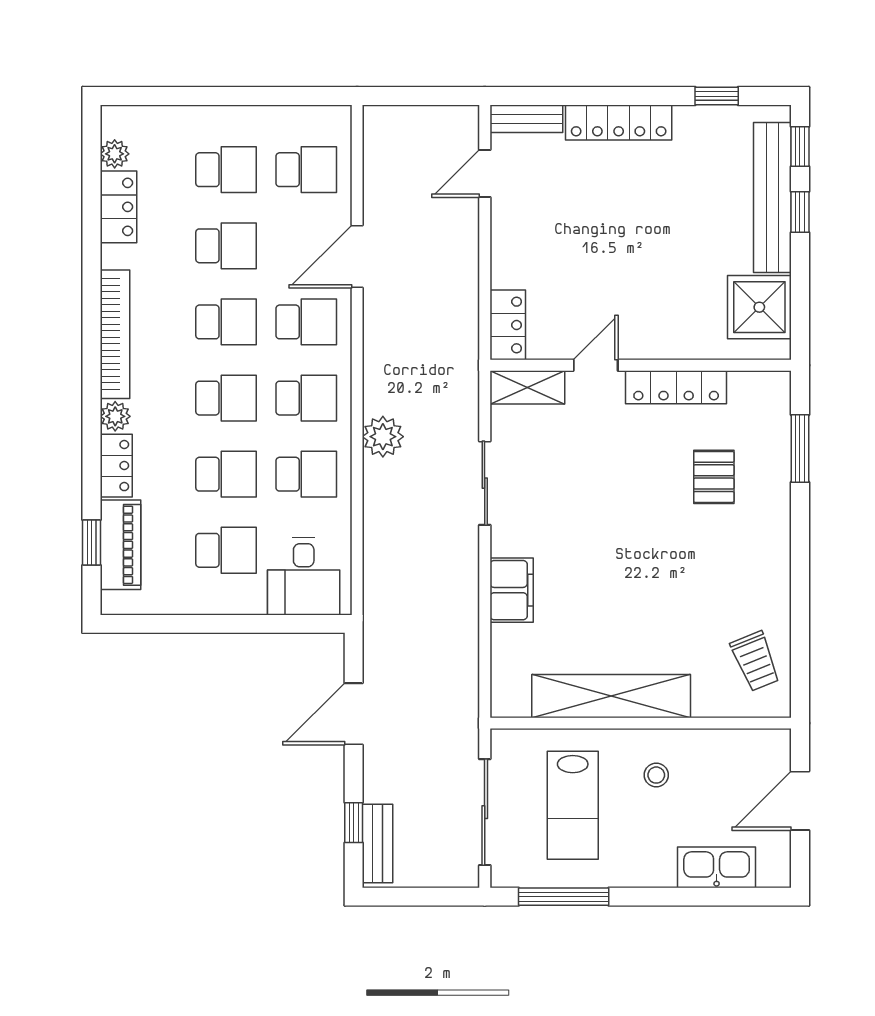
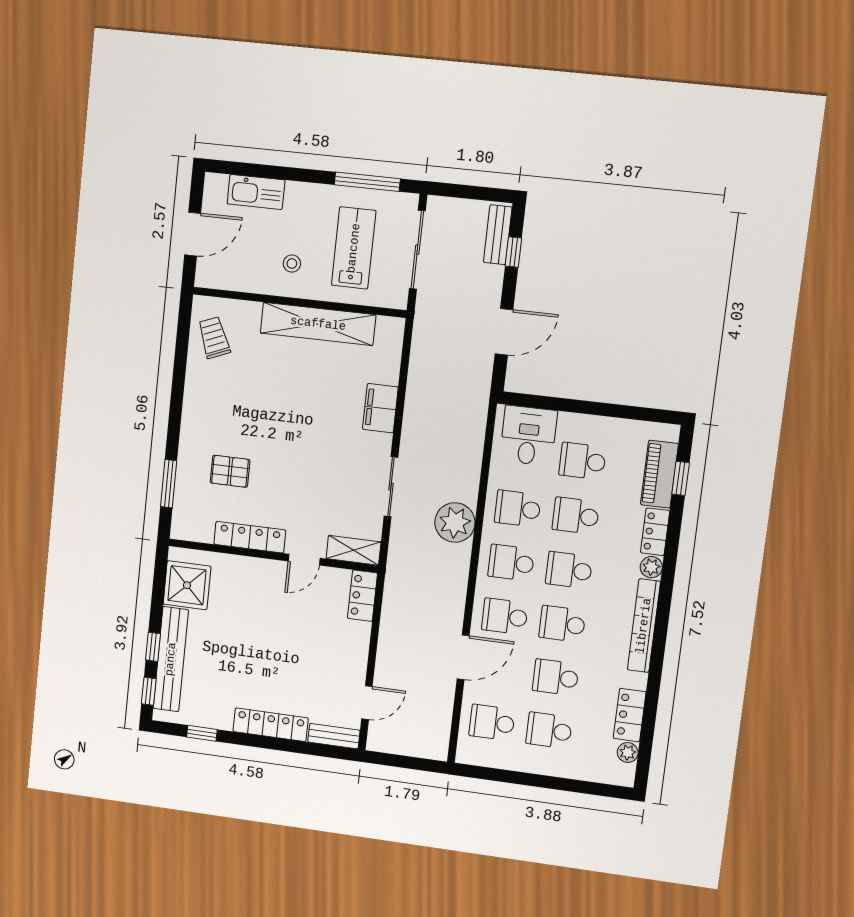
plant: (383, 437) -> (455, 523), width x1.36, depth x1.36
pallet: (714, 477) -> (230, 471), turned 90

